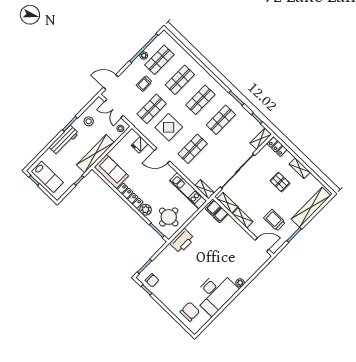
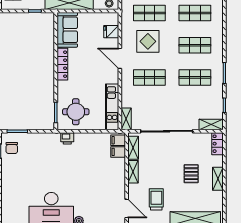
plant: (145, 210) -> (63, 87), removed
printer: (182, 241) -> (67, 138), width x0.53, depth x0.68
chair: (190, 312) -> (16, 203), removed

